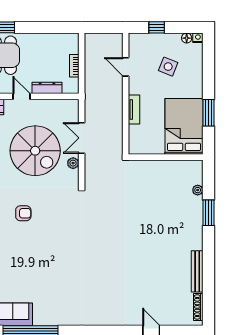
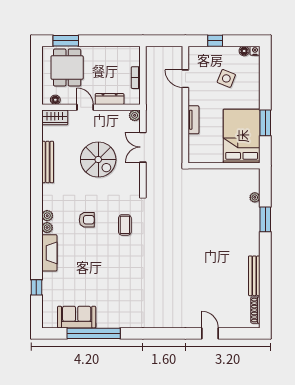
spiral stairs: (35, 151) -> (98, 160), width x0.73, depth x0.73
plant: (73, 163) -> (135, 115), moved
coffee table: (63, 219) -> (125, 225), added

